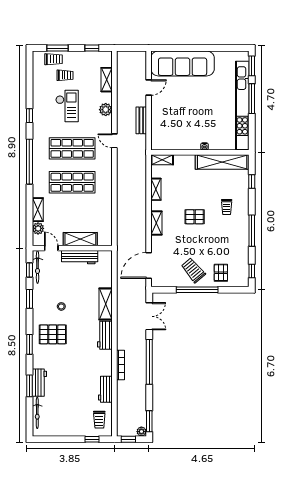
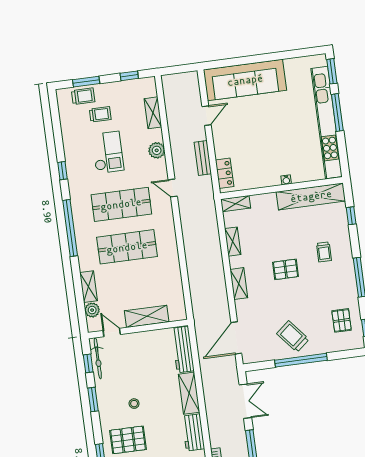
locker: (157, 135) -> (225, 173), added
workbench: (80, 257) -> (183, 349), moved, turned 90
pallet: (221, 273) -> (342, 320), moved

